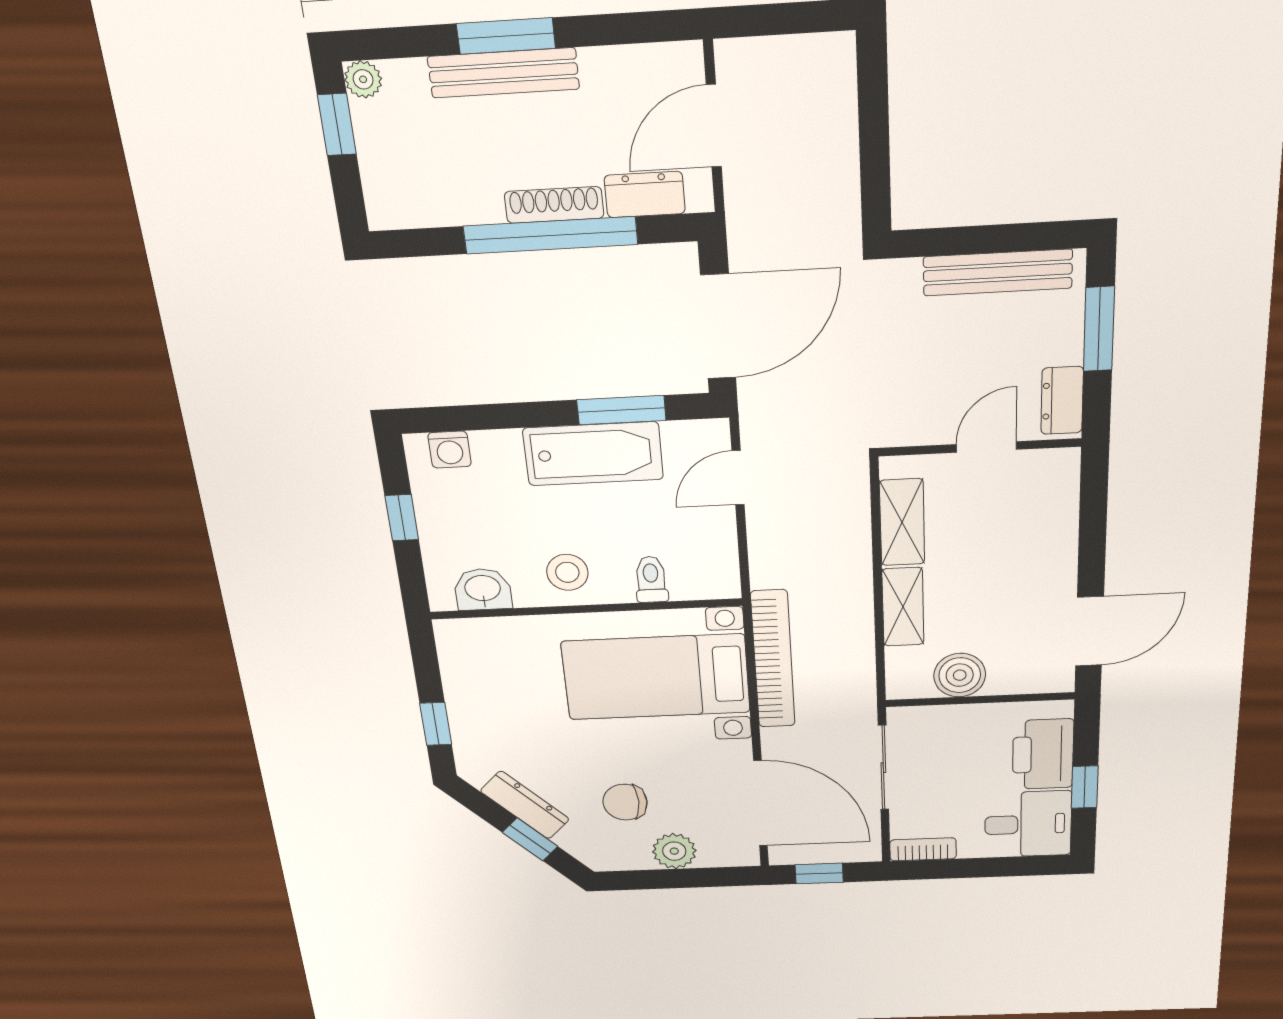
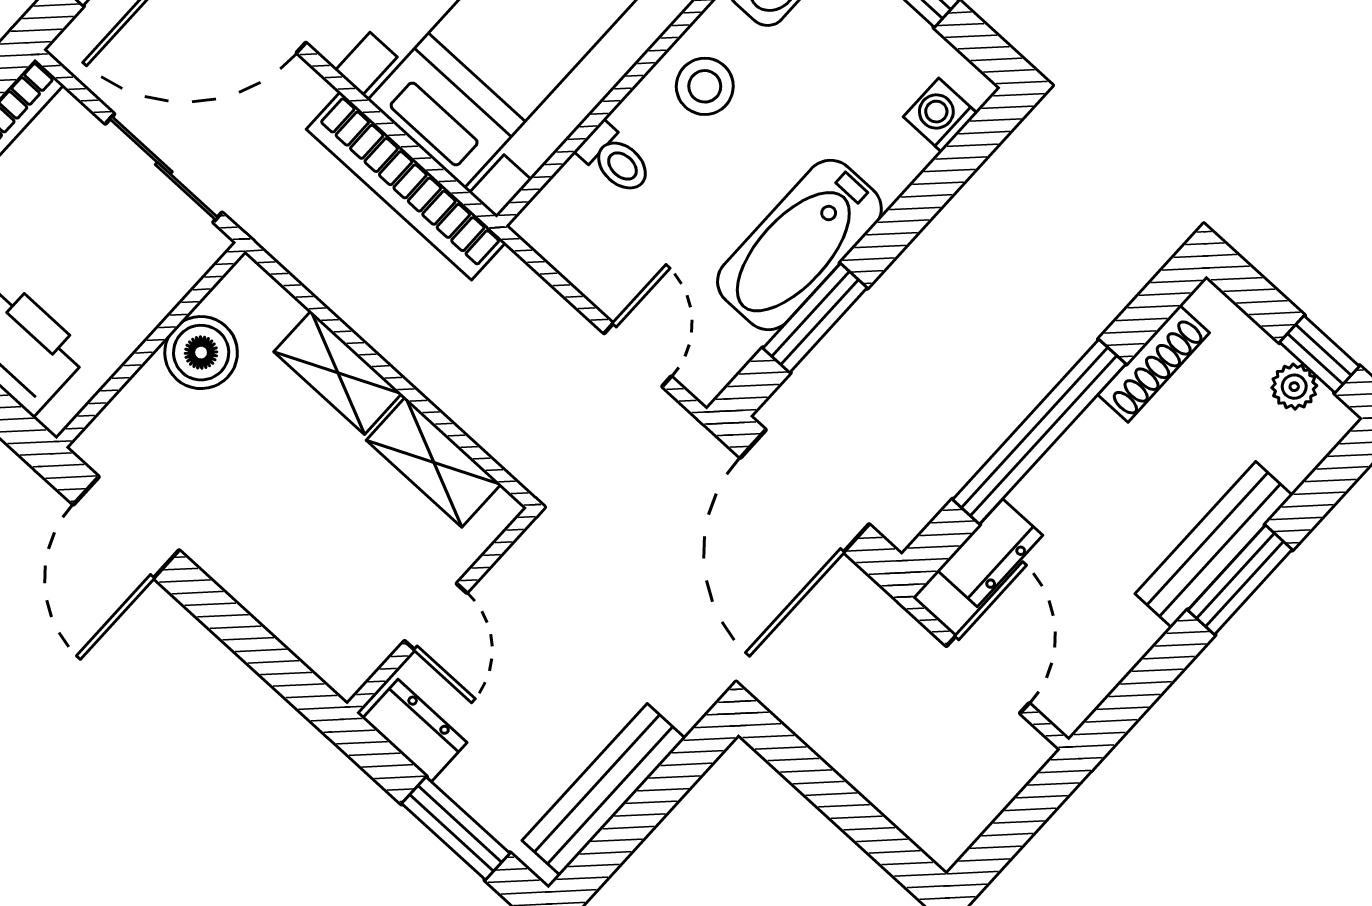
plant: (363, 79) -> (1294, 387), moved
shoe rack: (554, 205) -> (1154, 364), moved

